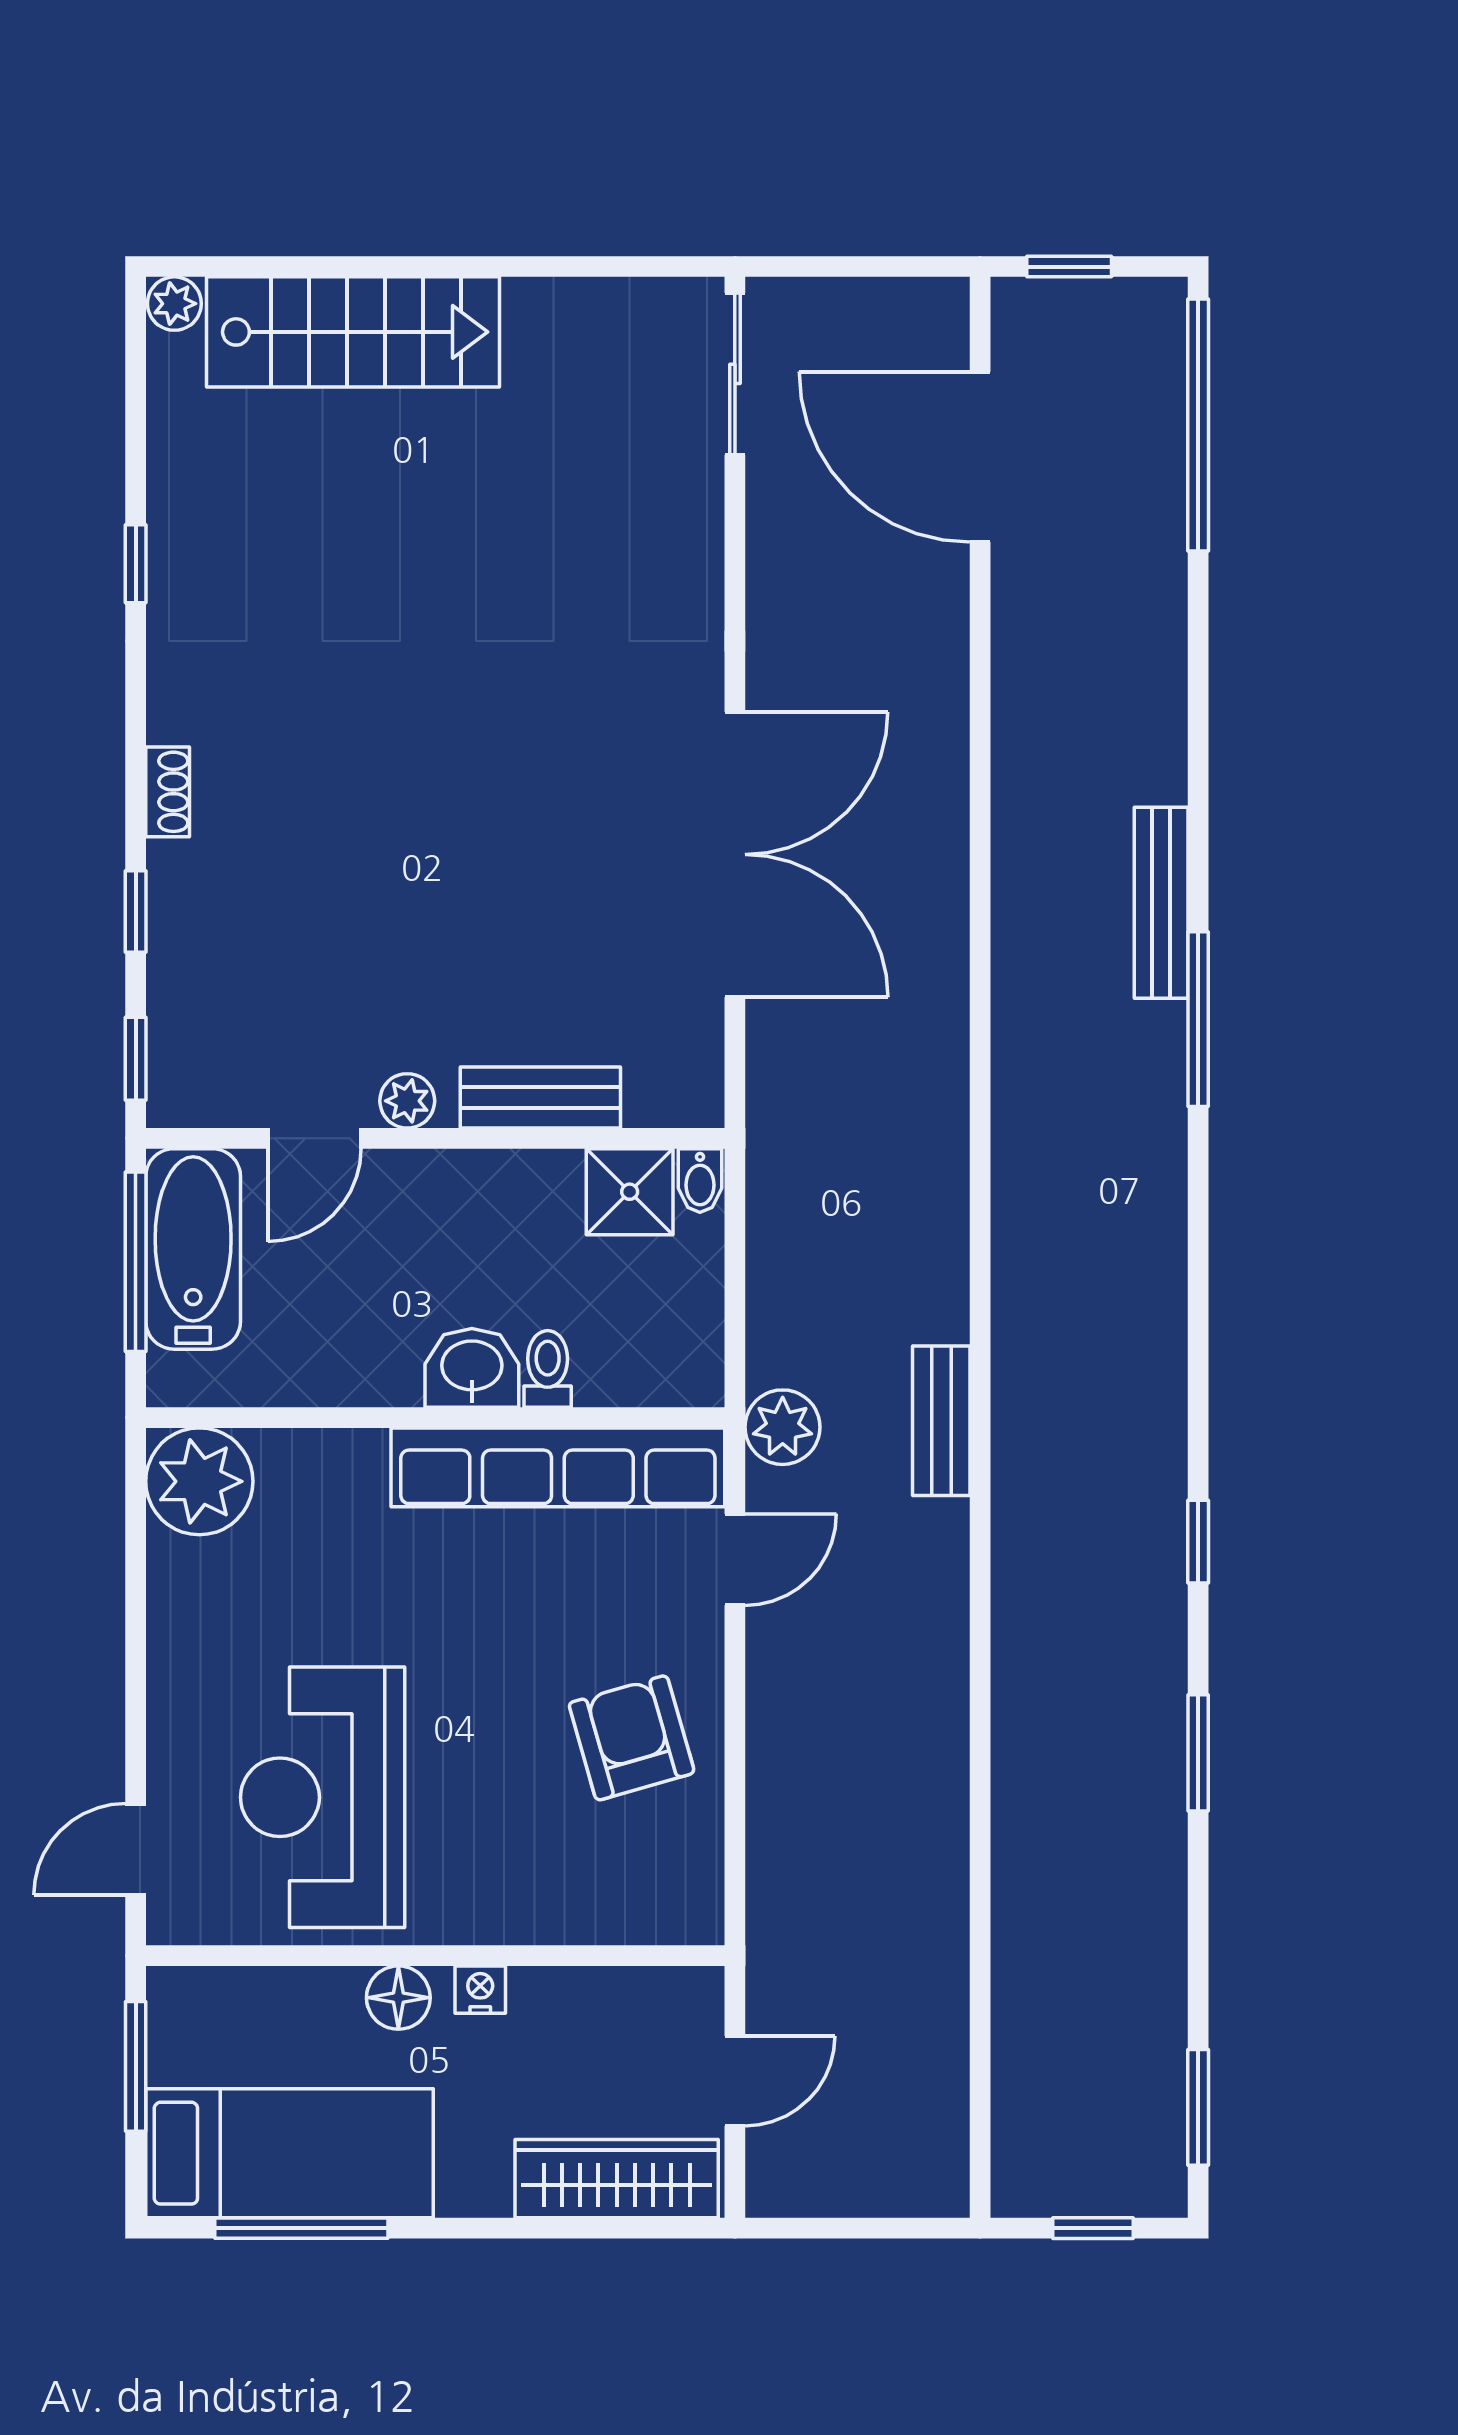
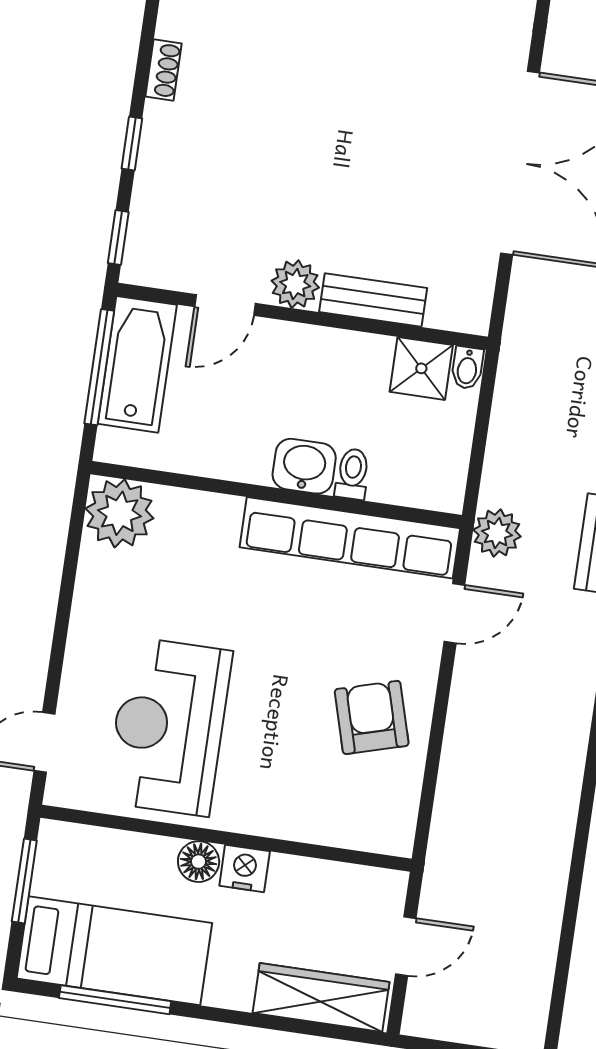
plant: (407, 1101) -> (295, 284), width x1.38, depth x1.38
nightstand: (480, 1990) -> (245, 869), width x1.39, depth x1.35

